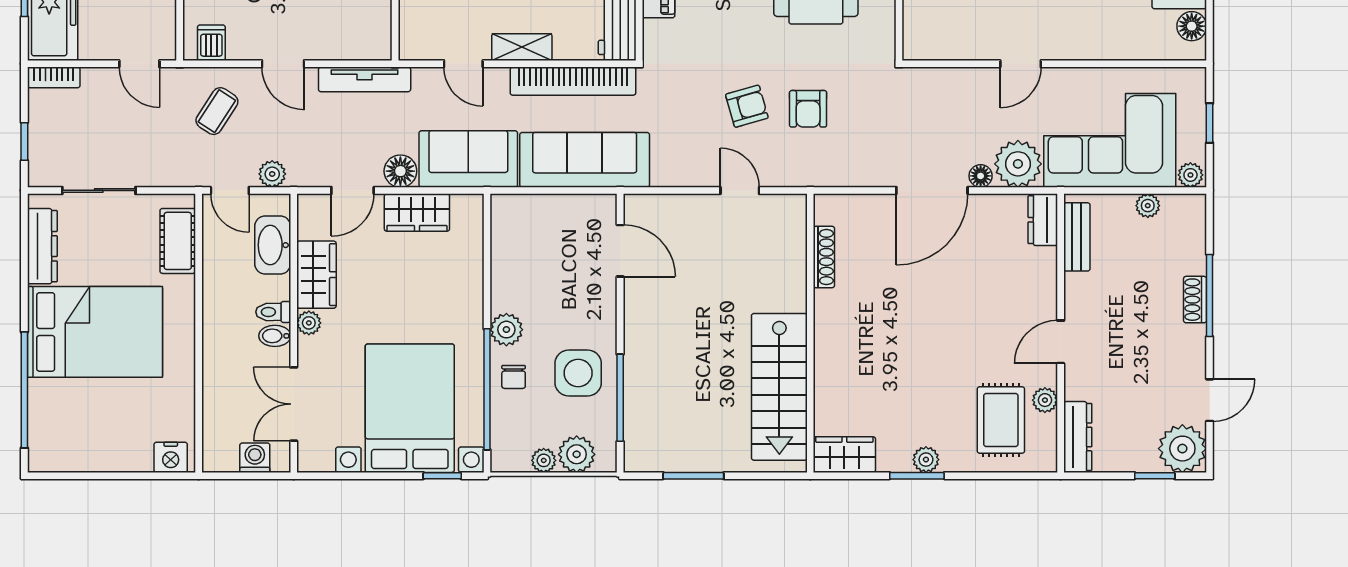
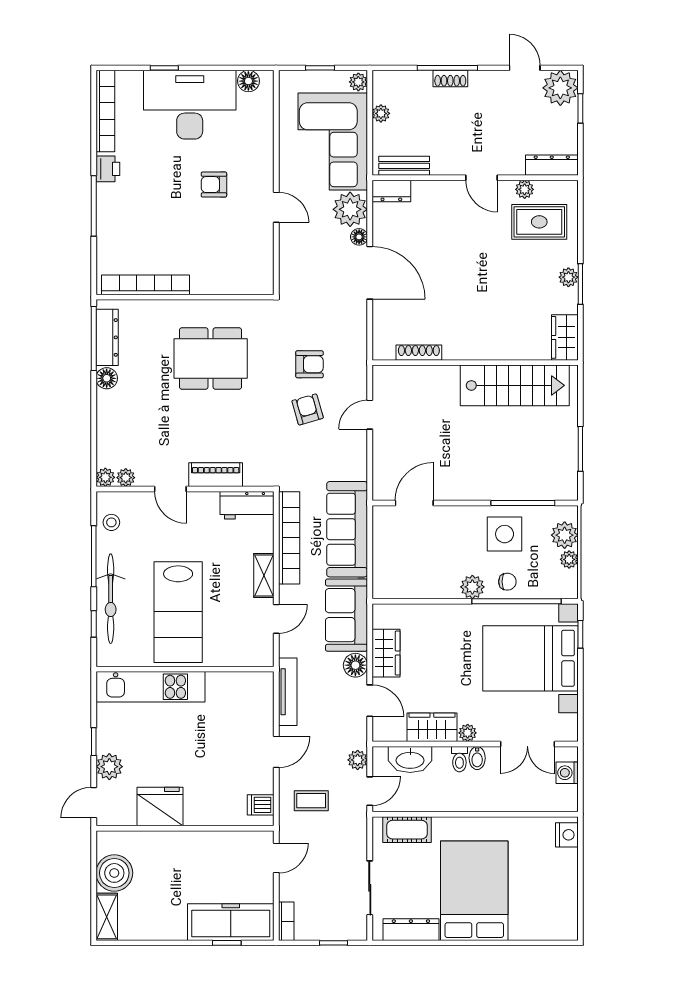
coffee table: (217, 111) -> (311, 801), turned -33
window: (24, 390) -> (517, 943), removed

